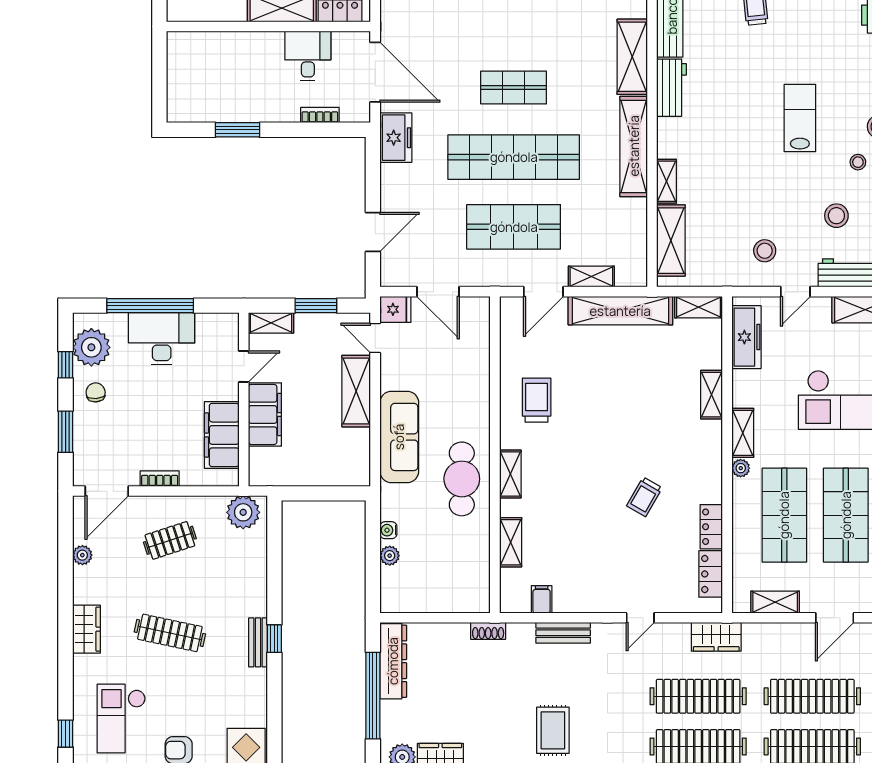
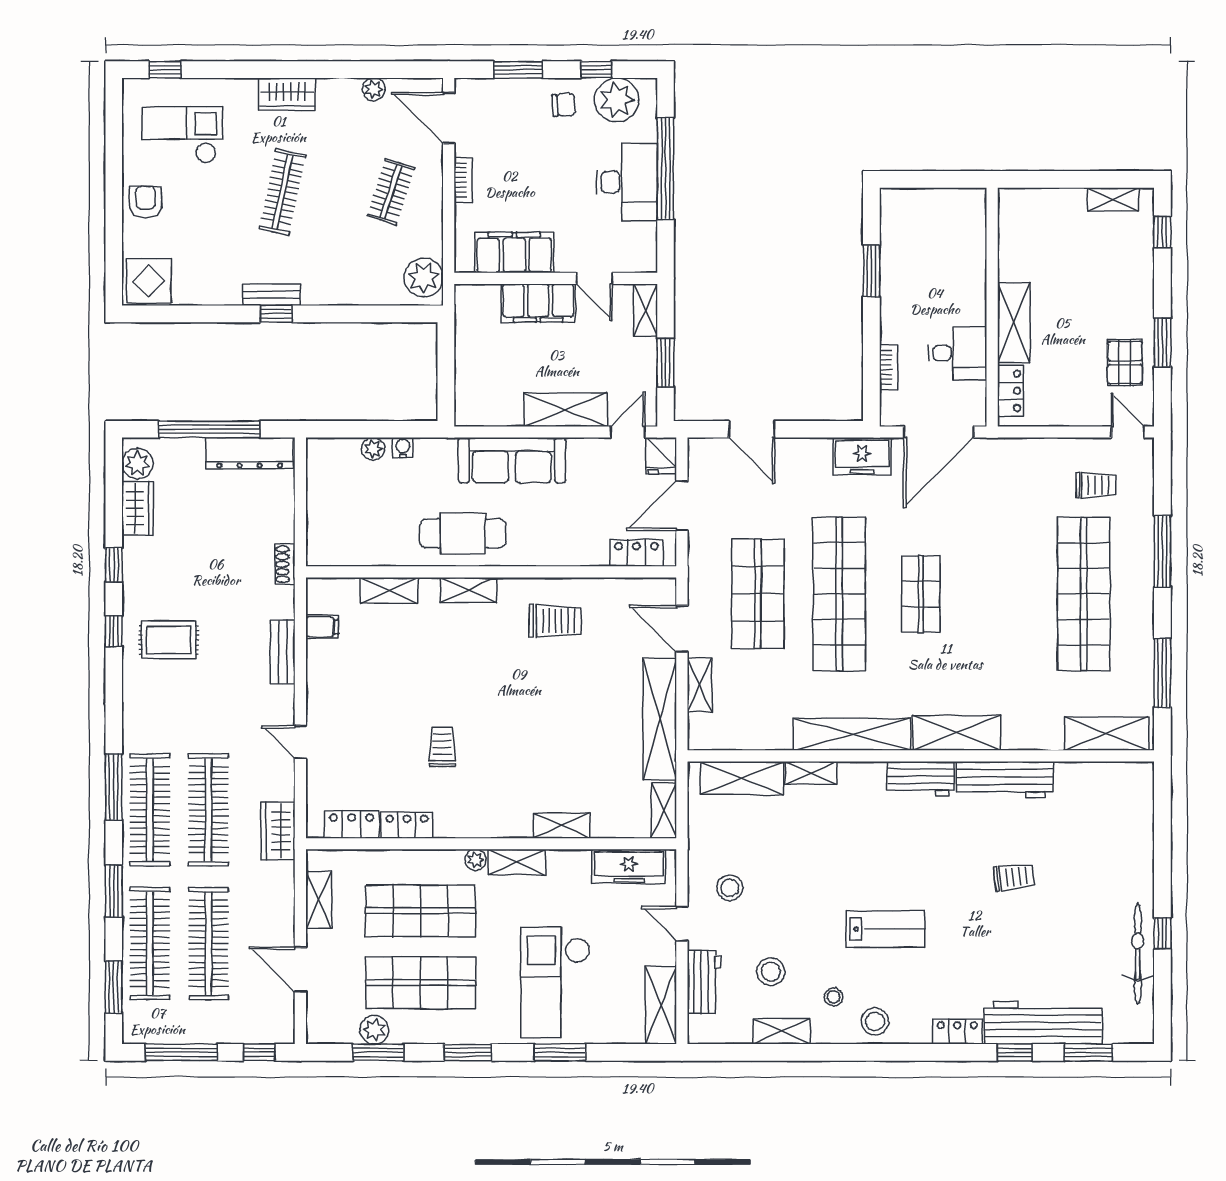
locker: (479, 330) -> (636, 553), added
trolley: (644, 497) -> (442, 747), turned 60
clothes rail: (170, 540) -> (391, 192), turned 36

